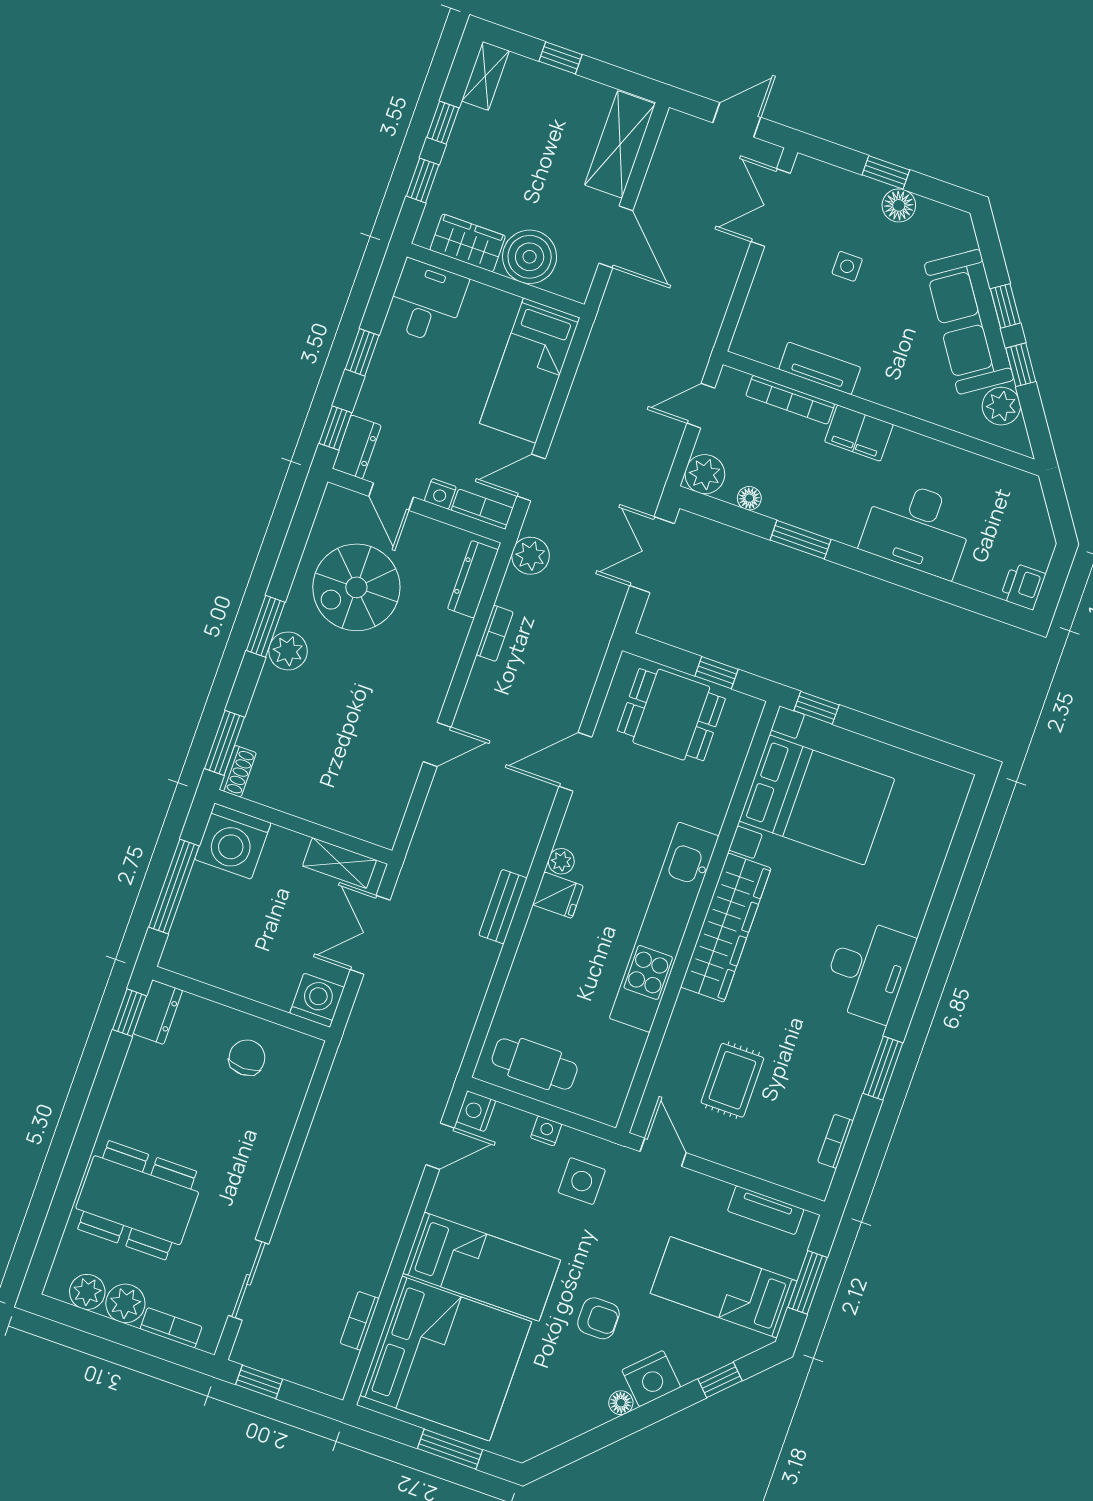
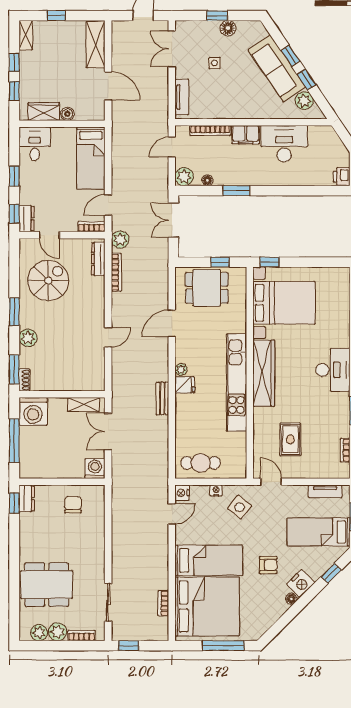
boiler: (530, 257) -> (67, 114), width x0.54, depth x0.54
tv unit: (820, 368) -> (182, 97), moved, turned 90
nightstand: (440, 494) -> (71, 226), removed
desk: (917, 528) -> (284, 144), moved, turned 180
spiral stairs: (356, 587) -> (48, 281), turned 180
bookcase: (495, 633) -> (116, 272), width x1.56
plant: (288, 651) -> (28, 338), moved
side table: (582, 1181) -> (240, 507), turned 38
window: (450, 1449) -> (223, 646), width x1.44

